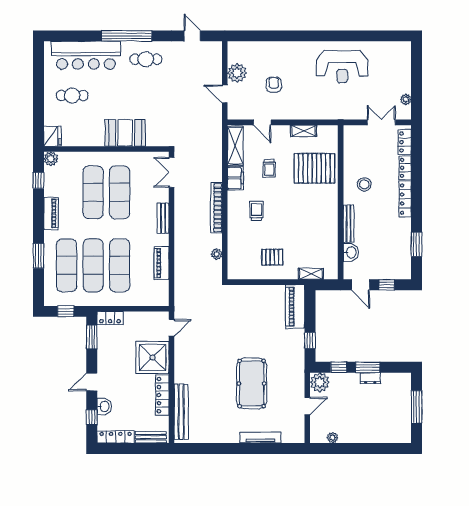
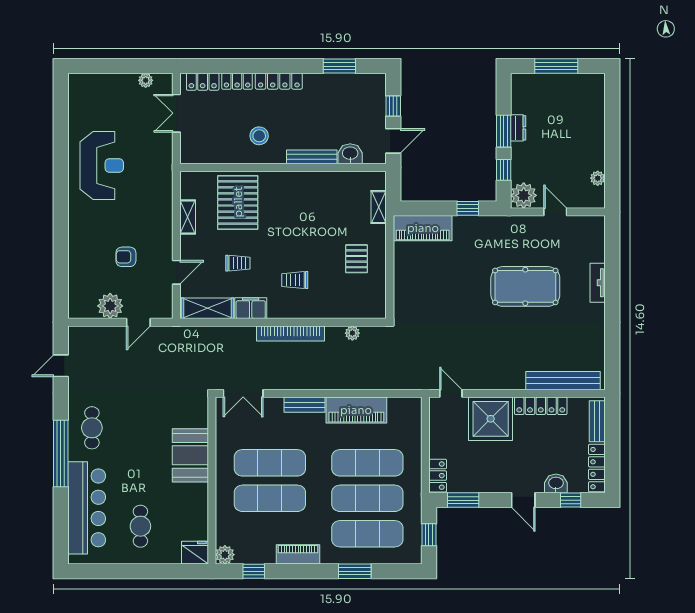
piano: (161, 263) -> (356, 410), width x1.37, depth x1.33
tv unit: (260, 438) -> (598, 283), width x0.71

